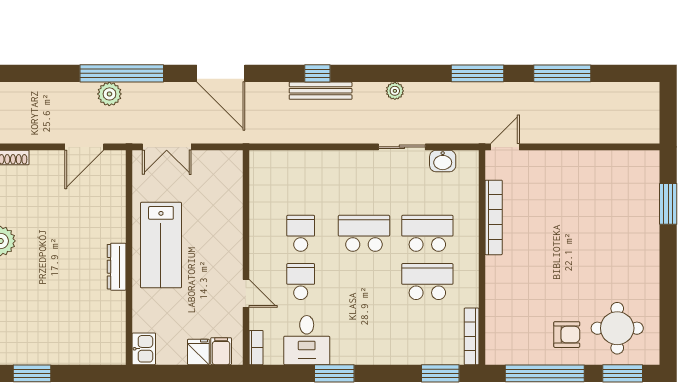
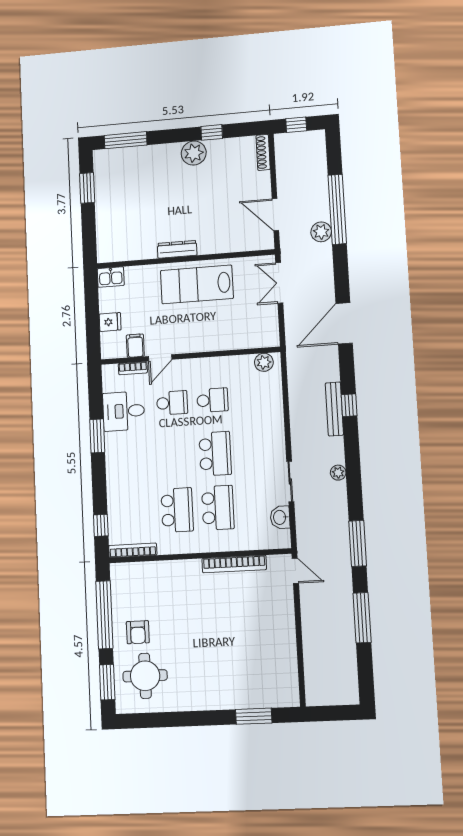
window: (122, 73) -> (337, 209), moved
plant: (260, 170) -> (264, 362), added
bookcase: (256, 348) -> (133, 368), moved
filing cabinet: (221, 351) -> (135, 346), moved, turned -90
window: (440, 373) -> (101, 525), width x0.67

